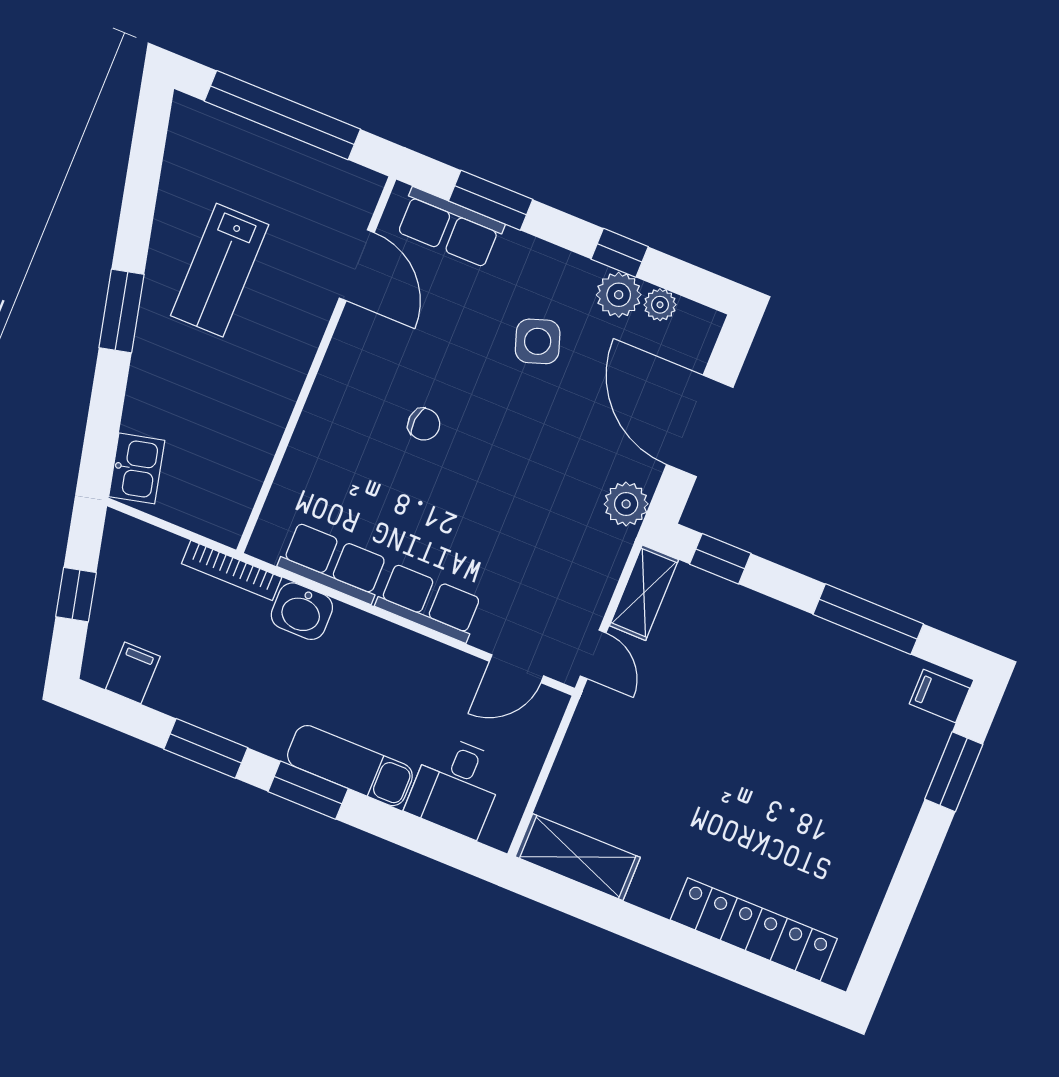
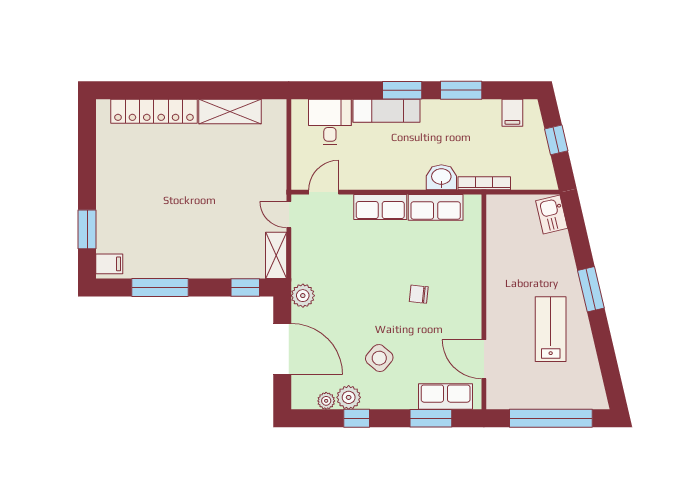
side table: (538, 341) -> (379, 358), turned -31
shelving: (578, 857) -> (230, 111), moved

